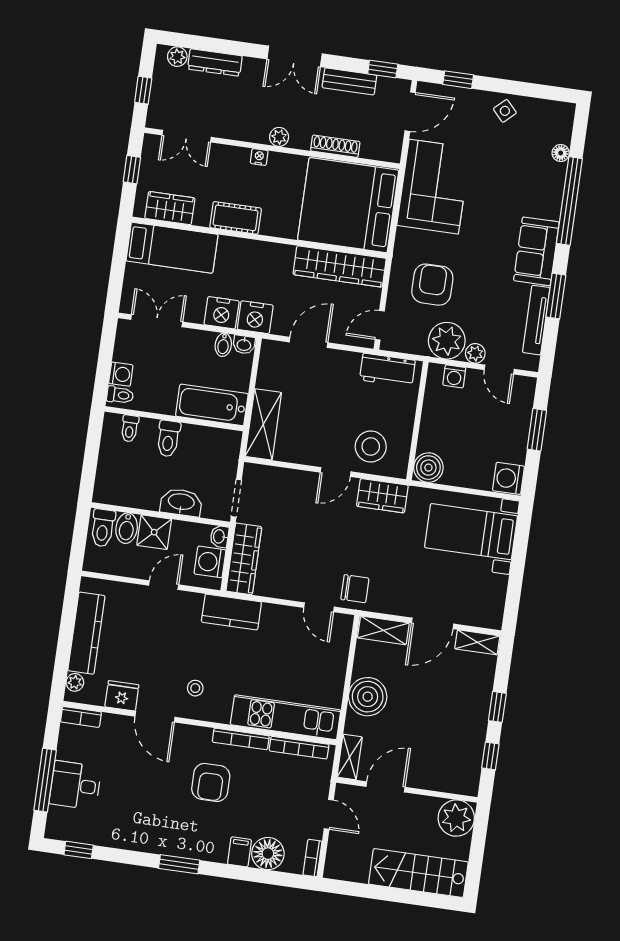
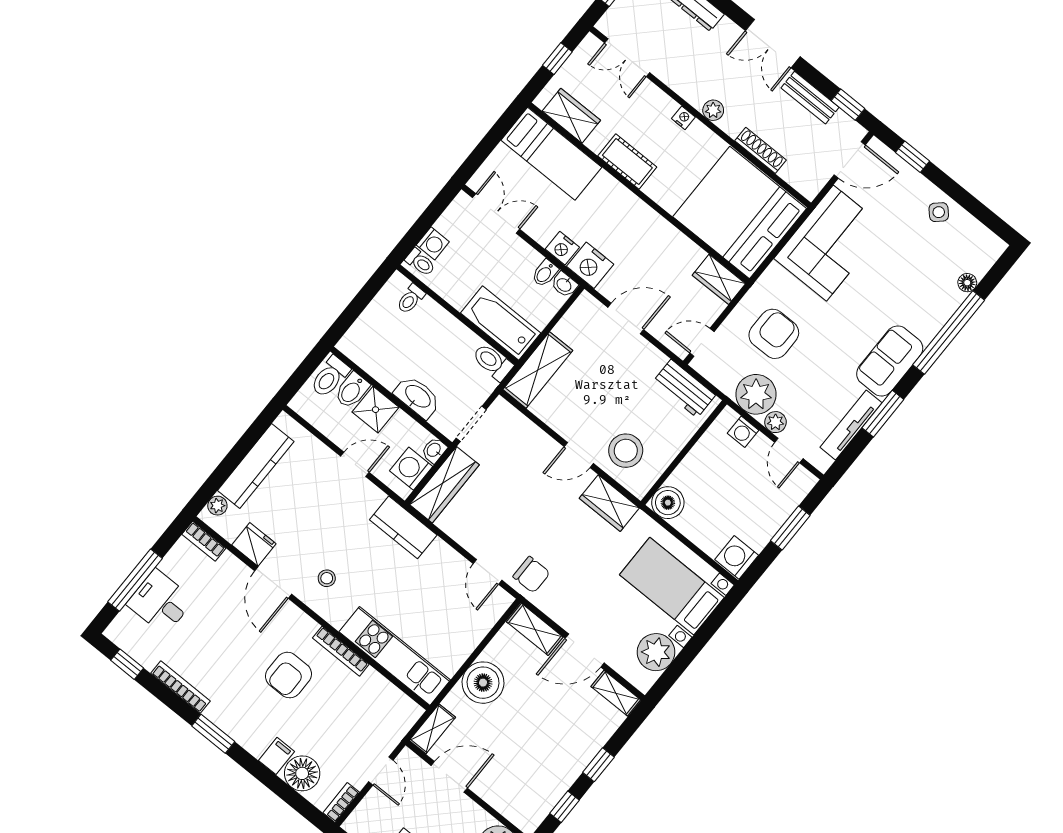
wardrobe: (340, 266) -> (719, 279), width x0.48, depth x0.85
nightstand: (222, 313) -> (562, 248), width x0.74, depth x0.75
toilet: (168, 439) -> (493, 362), moved, turned 90
plant: (490, 591) -> (656, 652), added
bookcase: (299, 748) -> (181, 687), moved, turned 180

